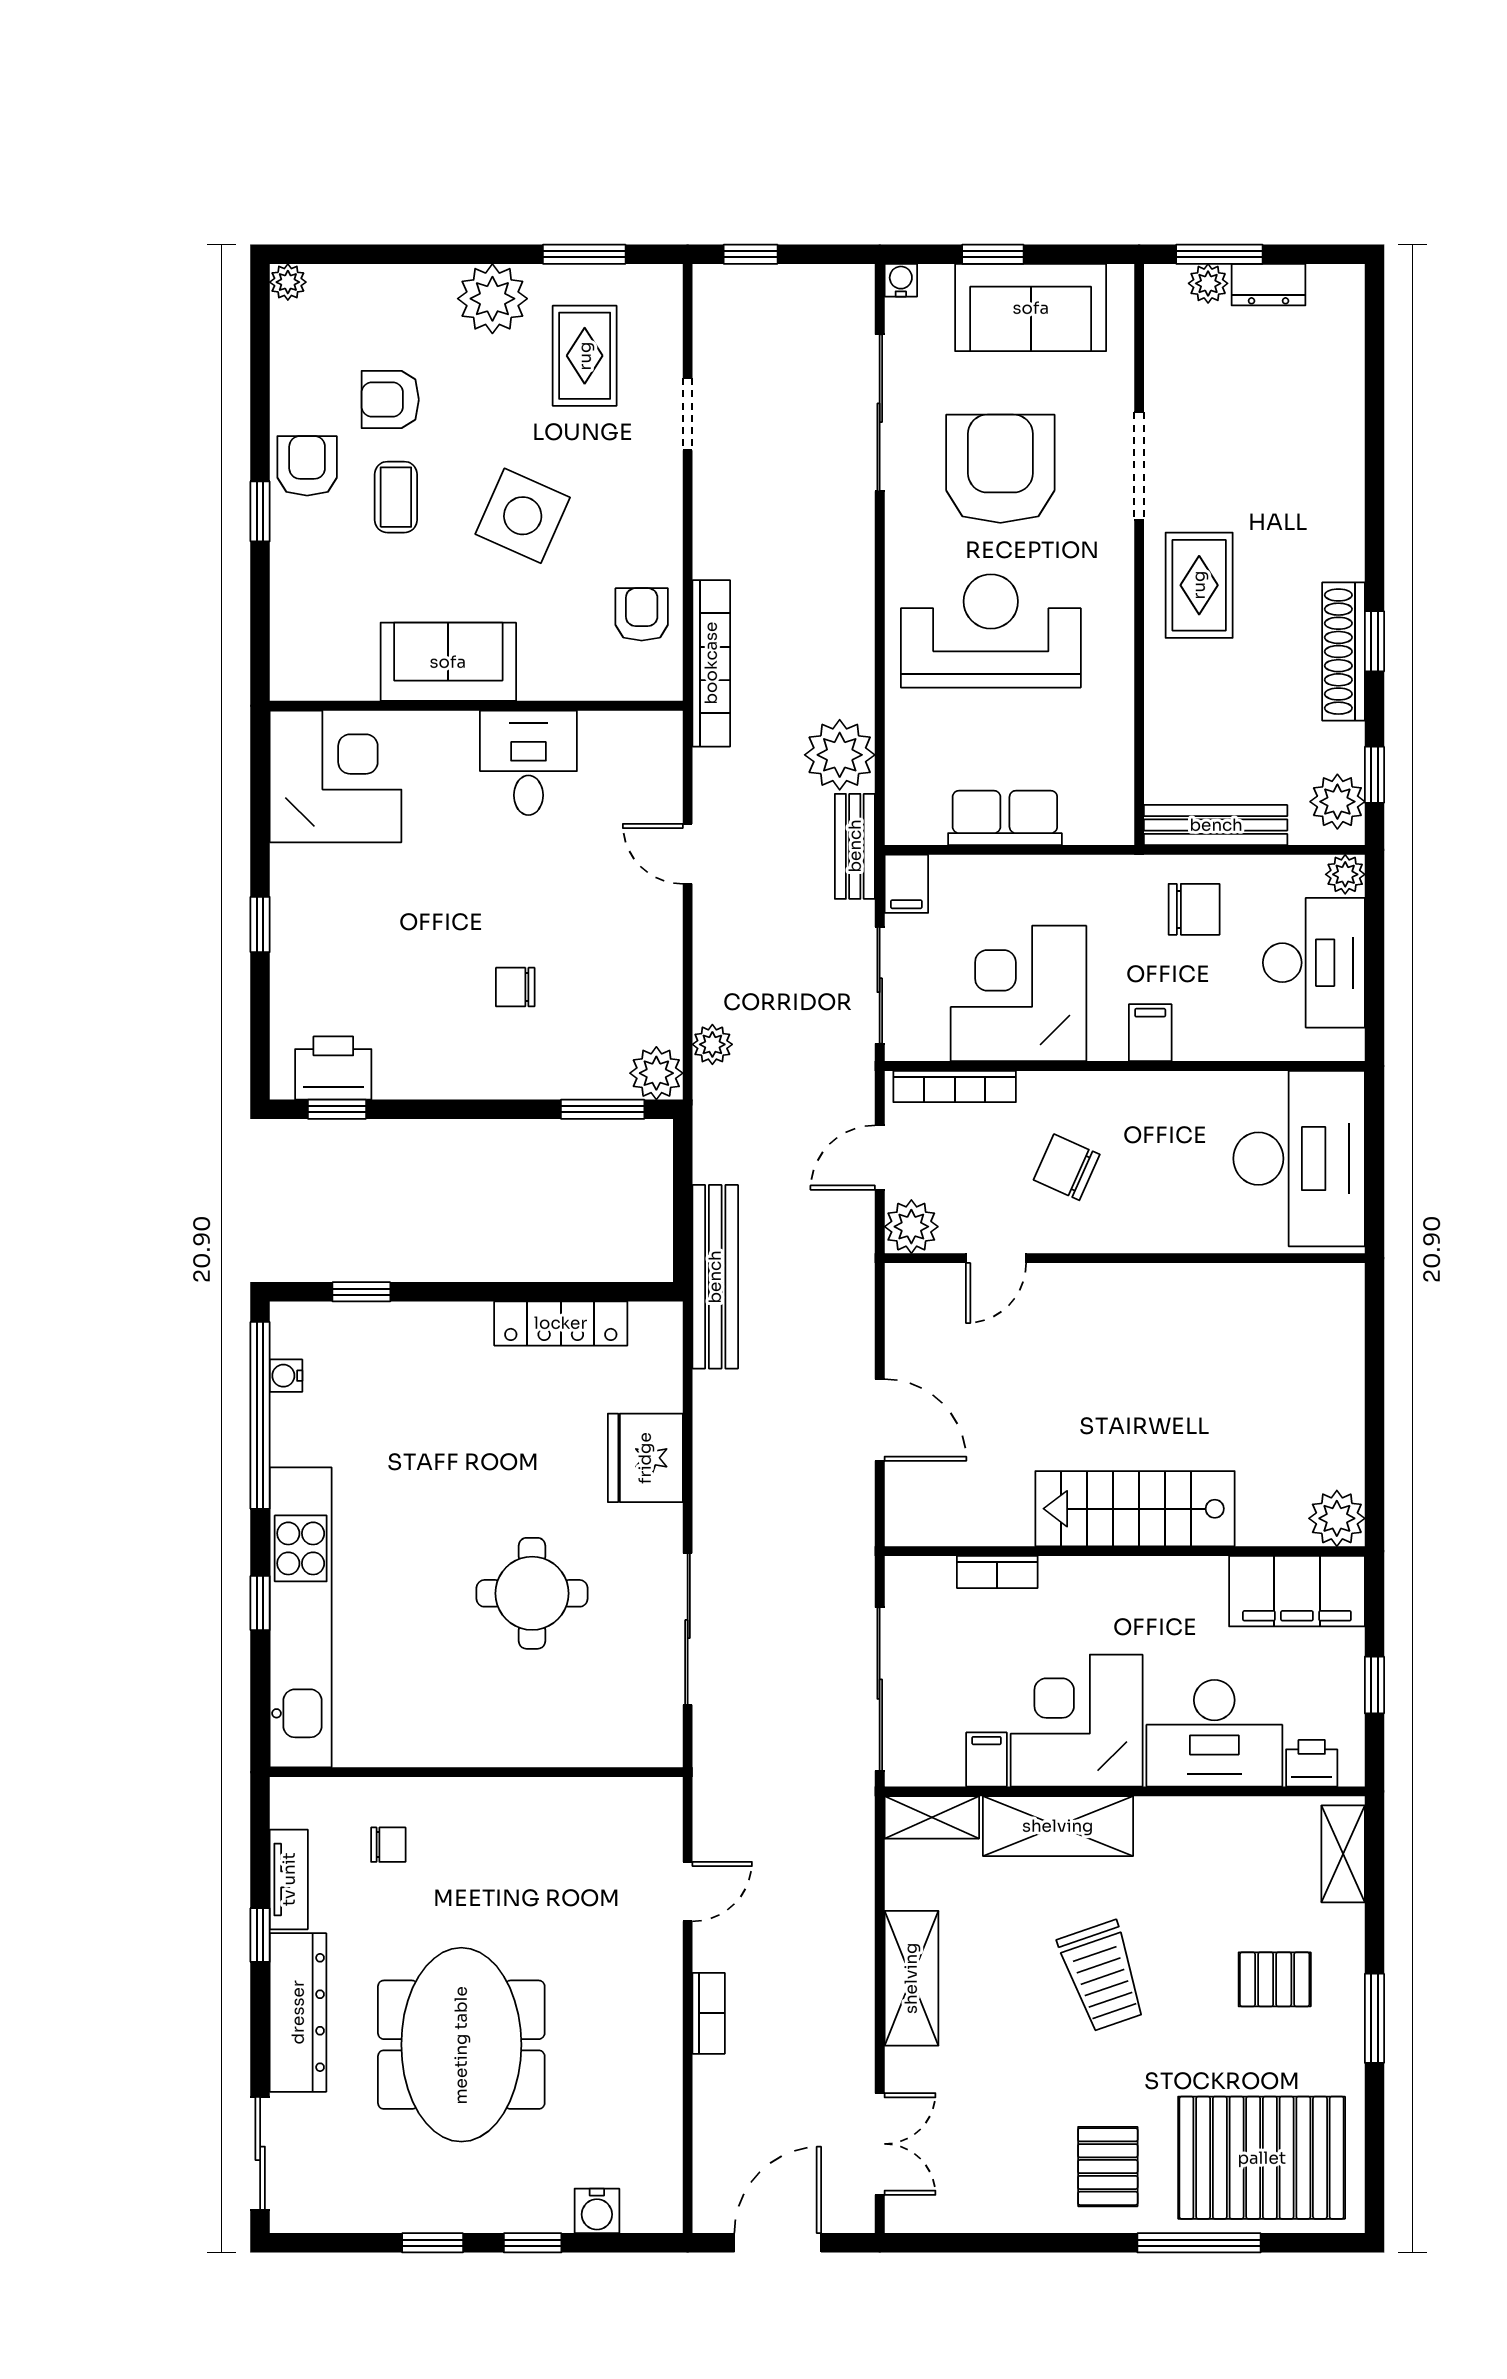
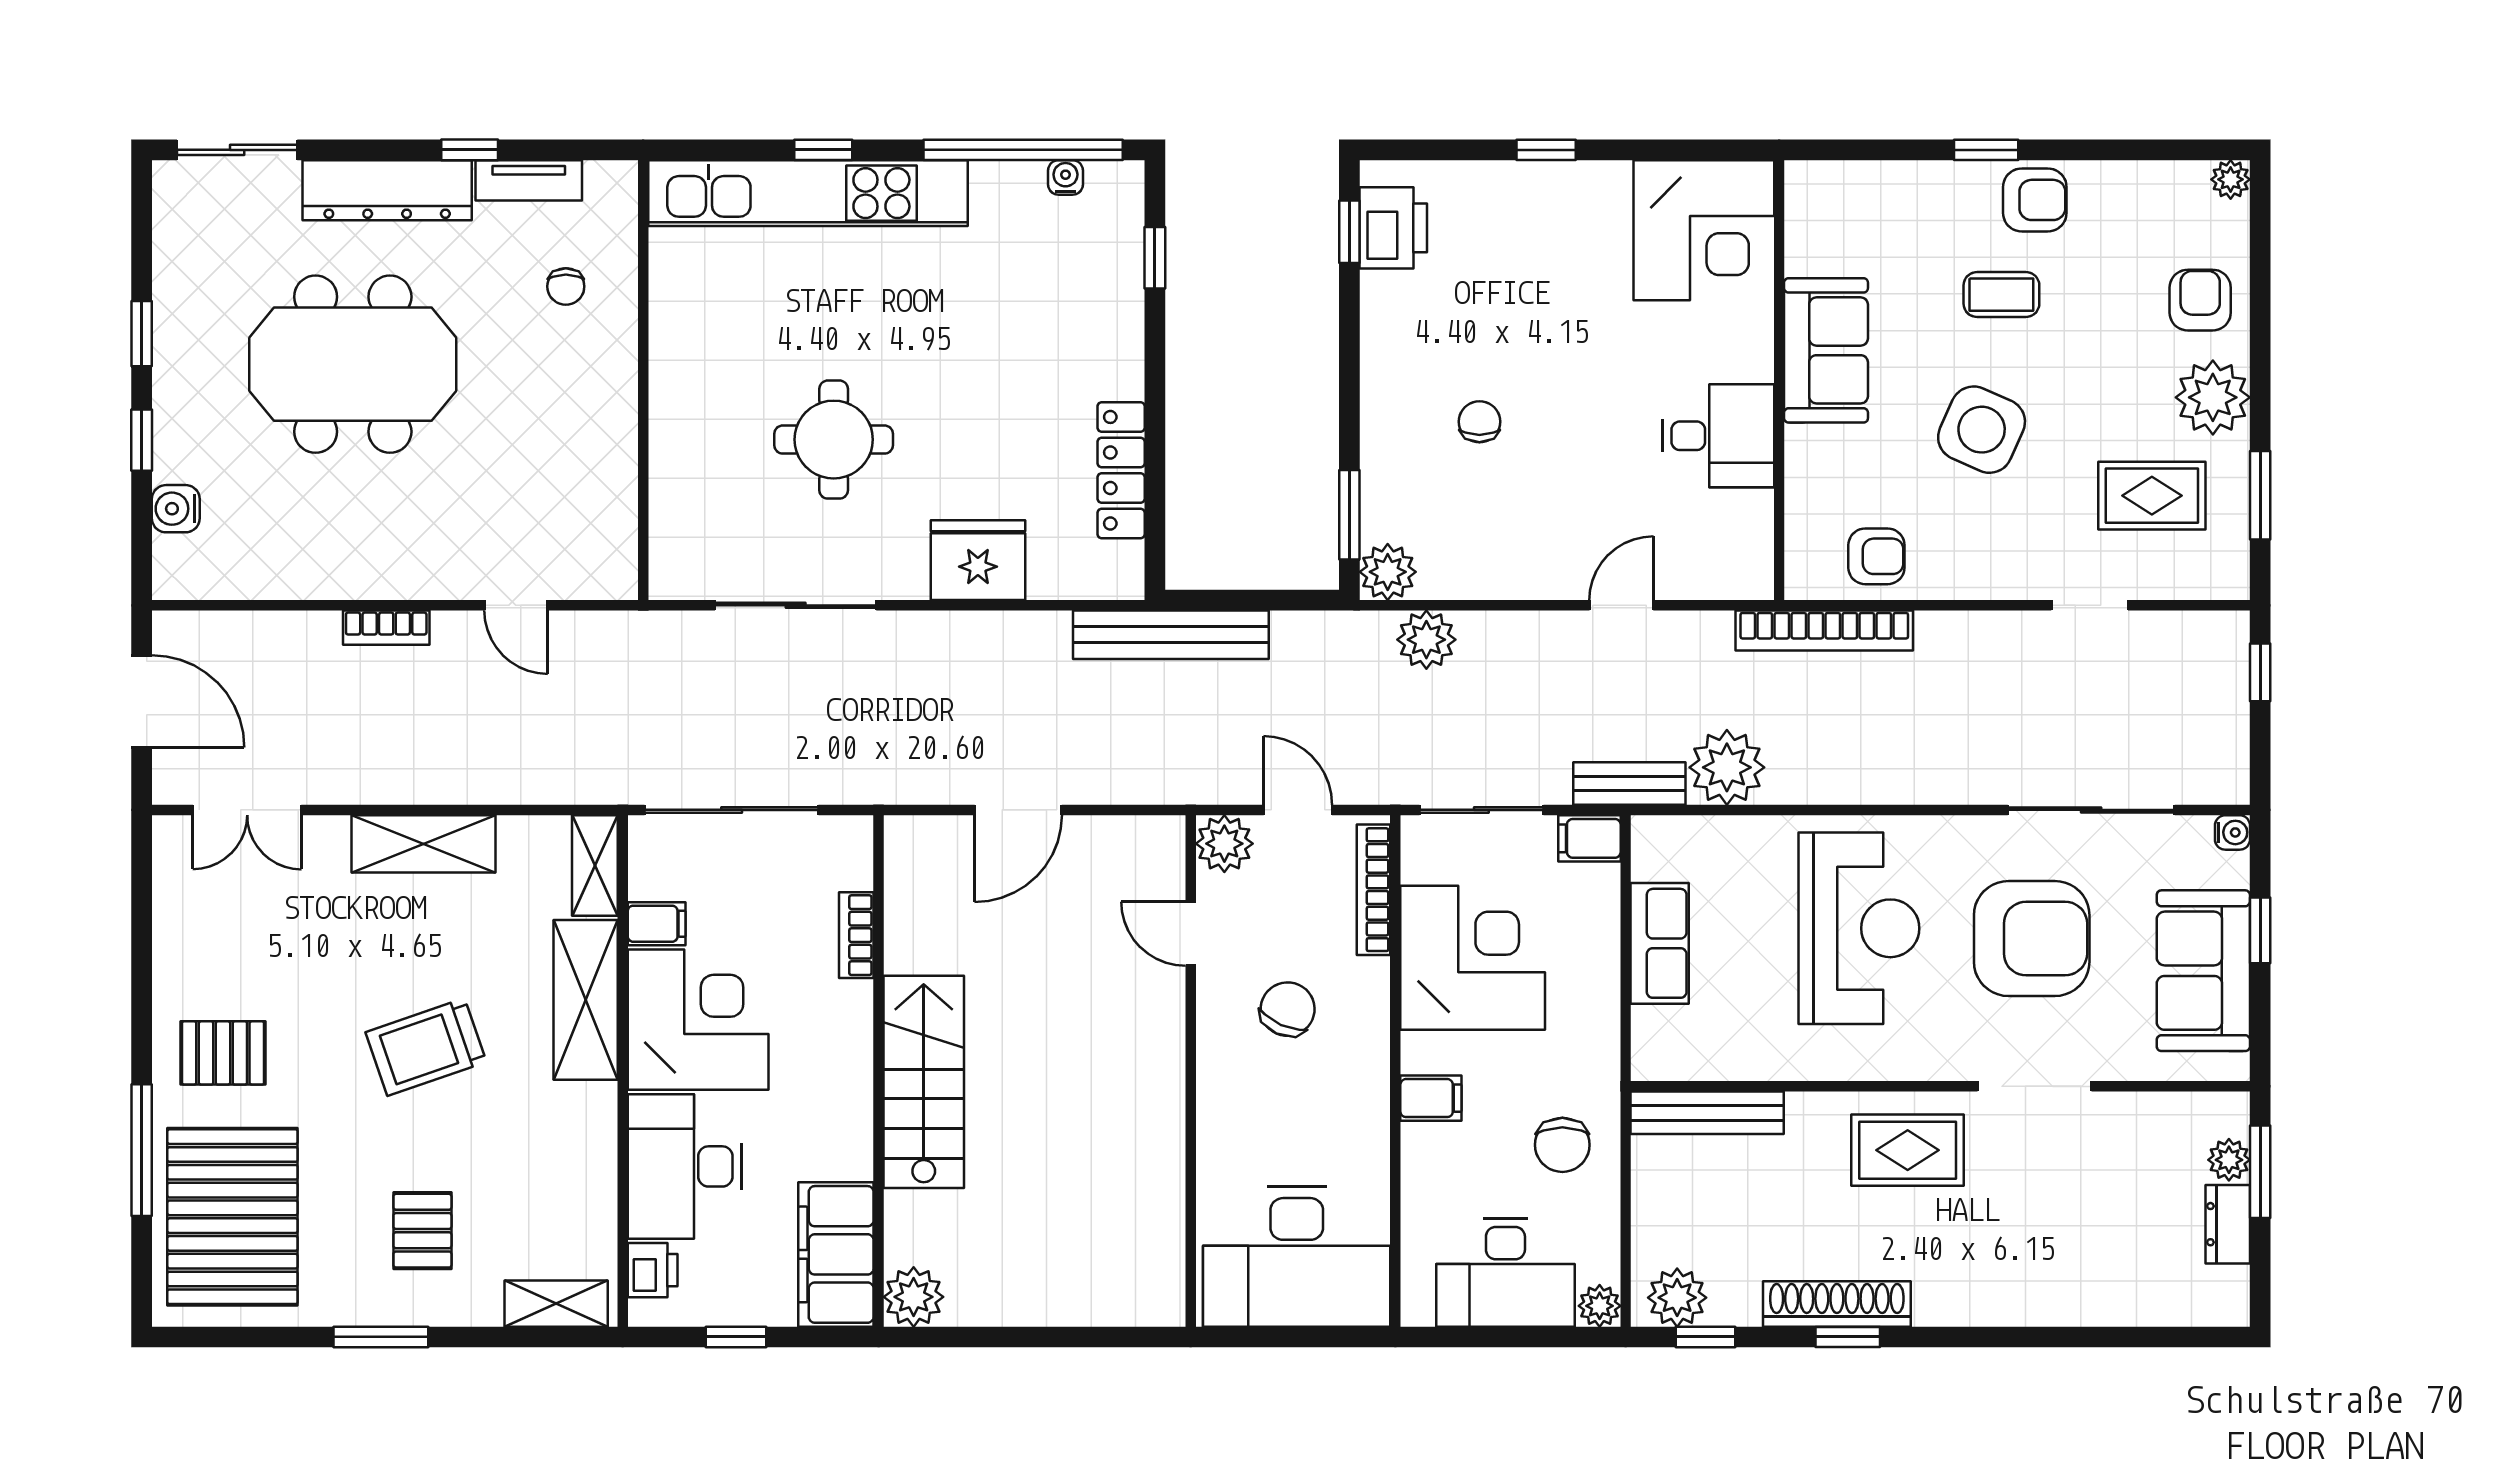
armchair: (390, 400) -> (2200, 300), moved
bench: (1216, 825) -> (1707, 1113), moved, turned 90
plant: (712, 1044) -> (1426, 640), width x1.38, depth x1.38

